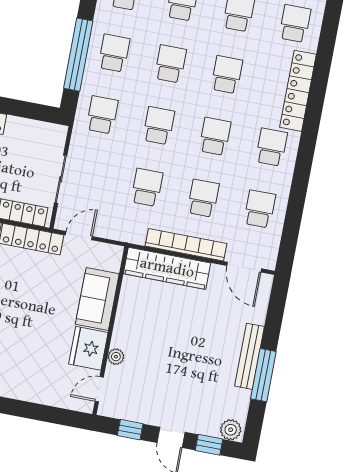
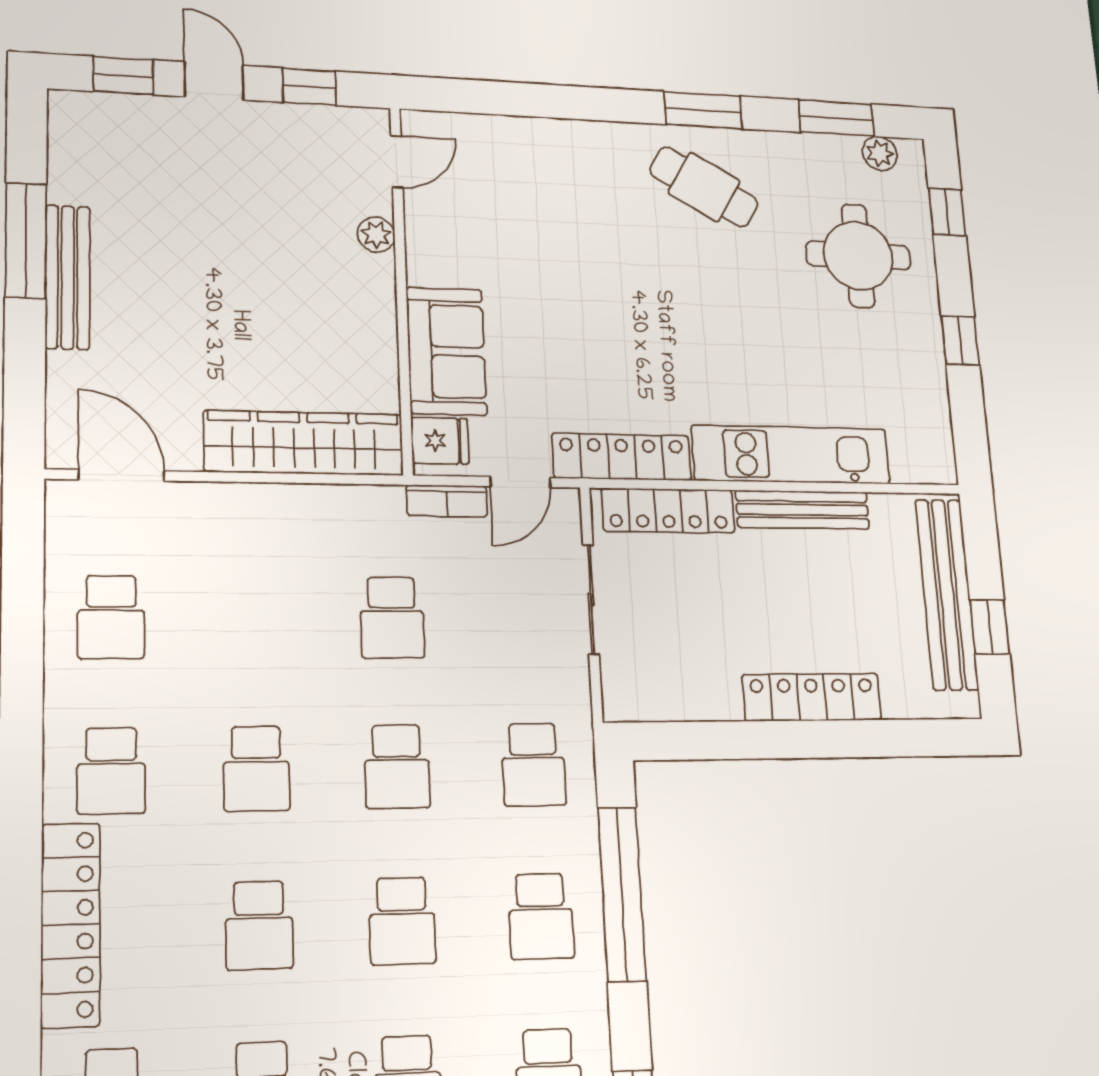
school desk: (203, 198) -> (254, 617), removed
bookcase: (186, 245) -> (447, 501), moved, width x0.43, depth x0.76
fridge: (88, 348) -> (440, 441), moved, width x0.53, depth x0.75
plant: (231, 430) -> (80, 113), removed

